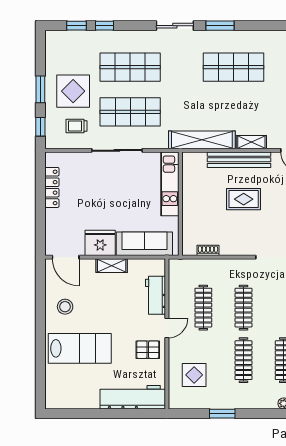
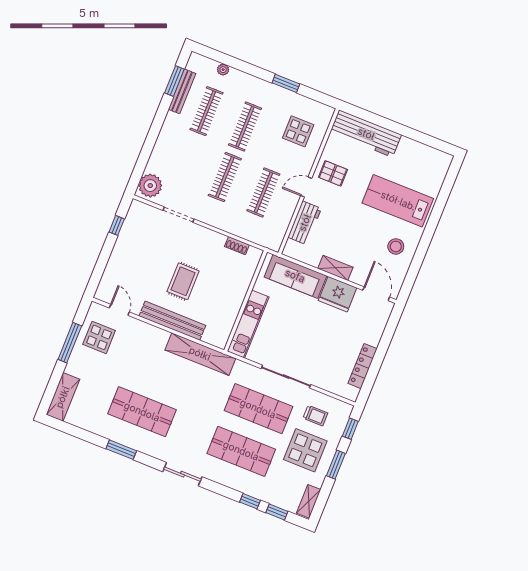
window: (220, 26) -> (121, 450), moved
shelving: (251, 142) -> (309, 501), moved, turned 90
rug: (244, 199) -> (183, 281), turned 90

